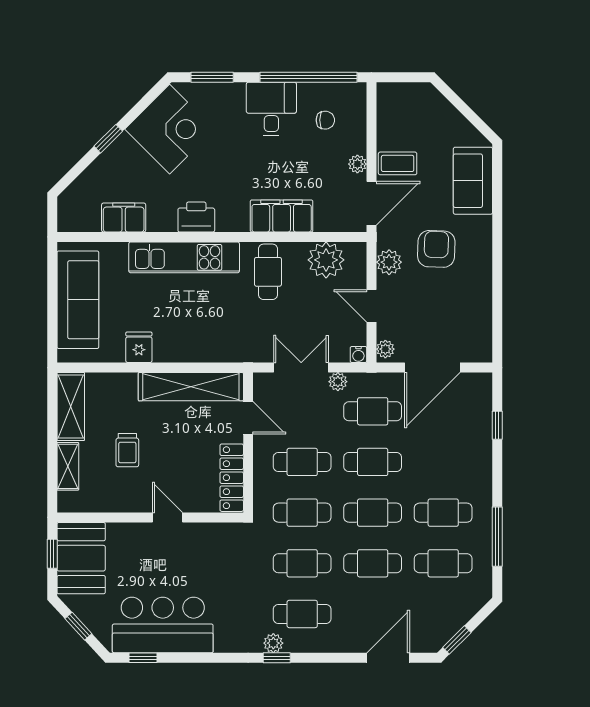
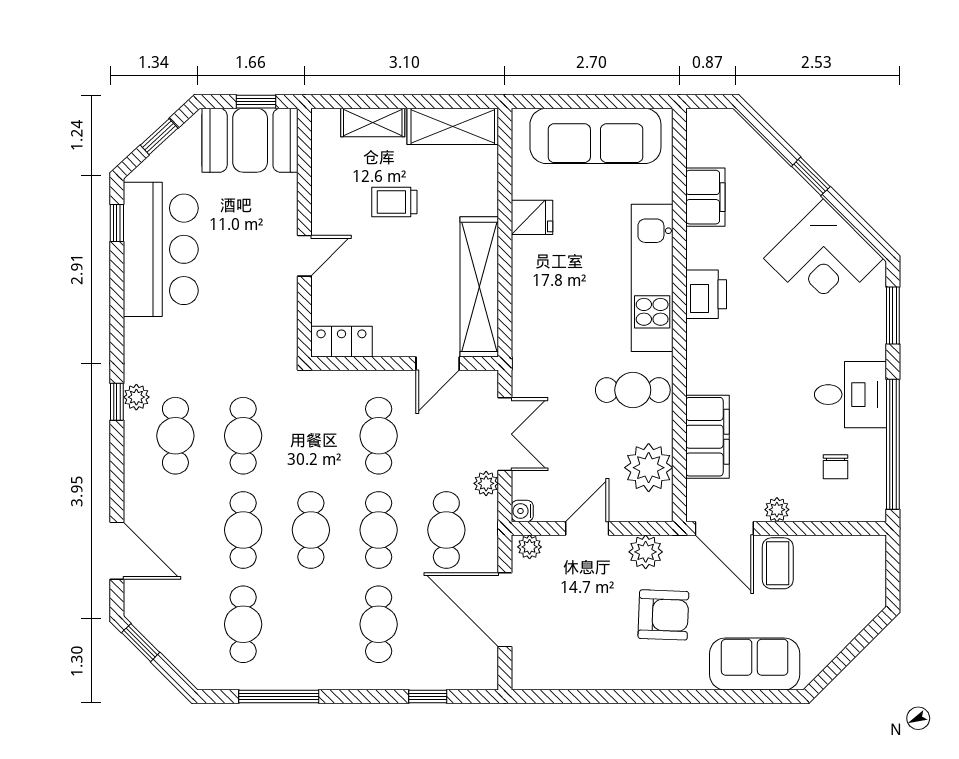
filing cabinet: (282, 216) -> (707, 437), moved
locker: (232, 478) -> (341, 342), width x0.66
cafe table: (302, 513) -> (311, 436), removed
cafe table: (443, 513) -> (379, 624), moved

